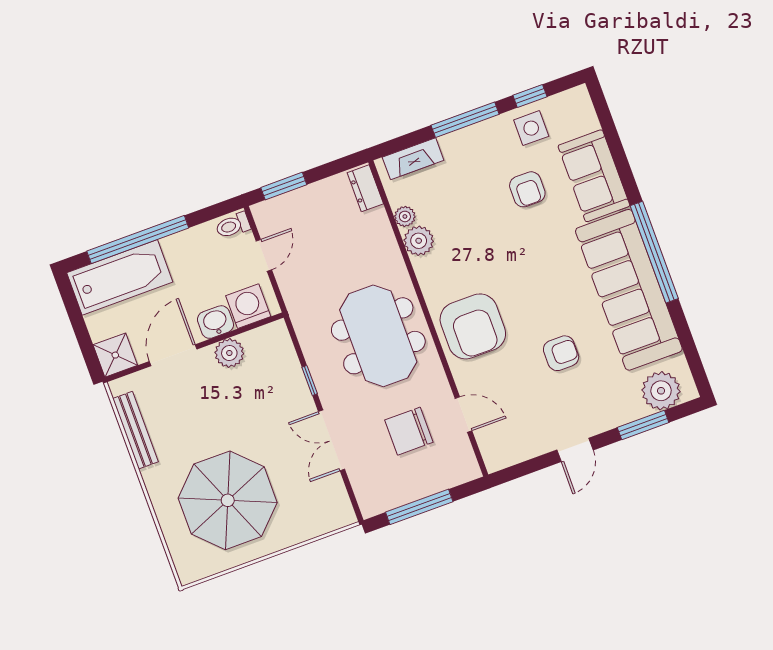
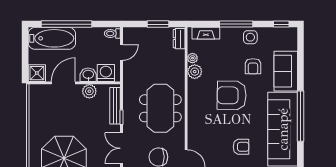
window: (530, 96) -> (281, 24), moved
side table: (531, 128) -> (250, 37), moved
window: (284, 186) -> (158, 24), moved
armchair: (473, 326) -> (232, 95), moved, turned 91
bench: (135, 430) -> (115, 106), moved

